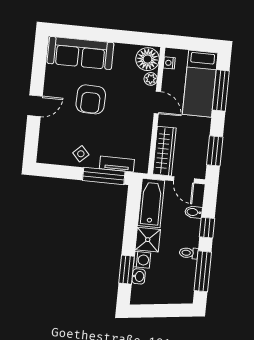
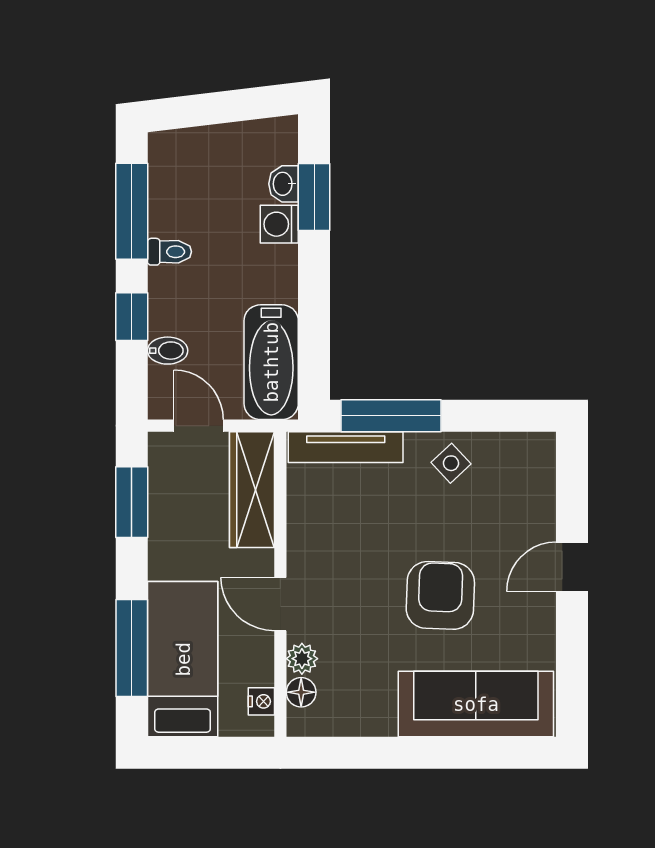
floor lamp: (148, 59) -> (301, 692), width x0.53, depth x0.53
tv unit: (117, 164) -> (346, 447), width x1.41
shower: (148, 240) -> (271, 274), removed

